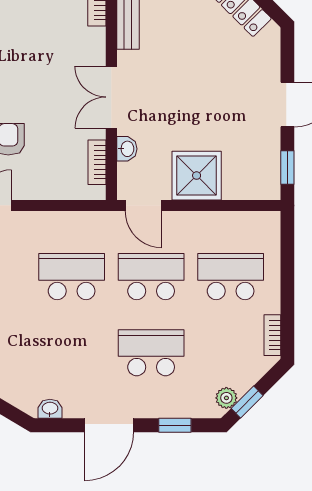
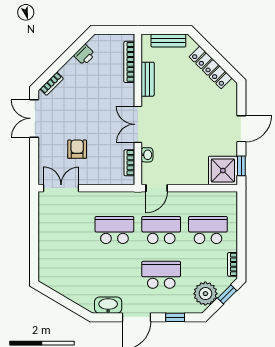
shower: (197, 176) -> (223, 170), moved
door: (143, 205) -> (157, 188), hinge flipped
plant: (226, 398) -> (205, 294), width x1.88, depth x1.88
window: (247, 402) -> (227, 294), moved
washbasin: (50, 409) -> (108, 305), width x1.91, depth x1.45

